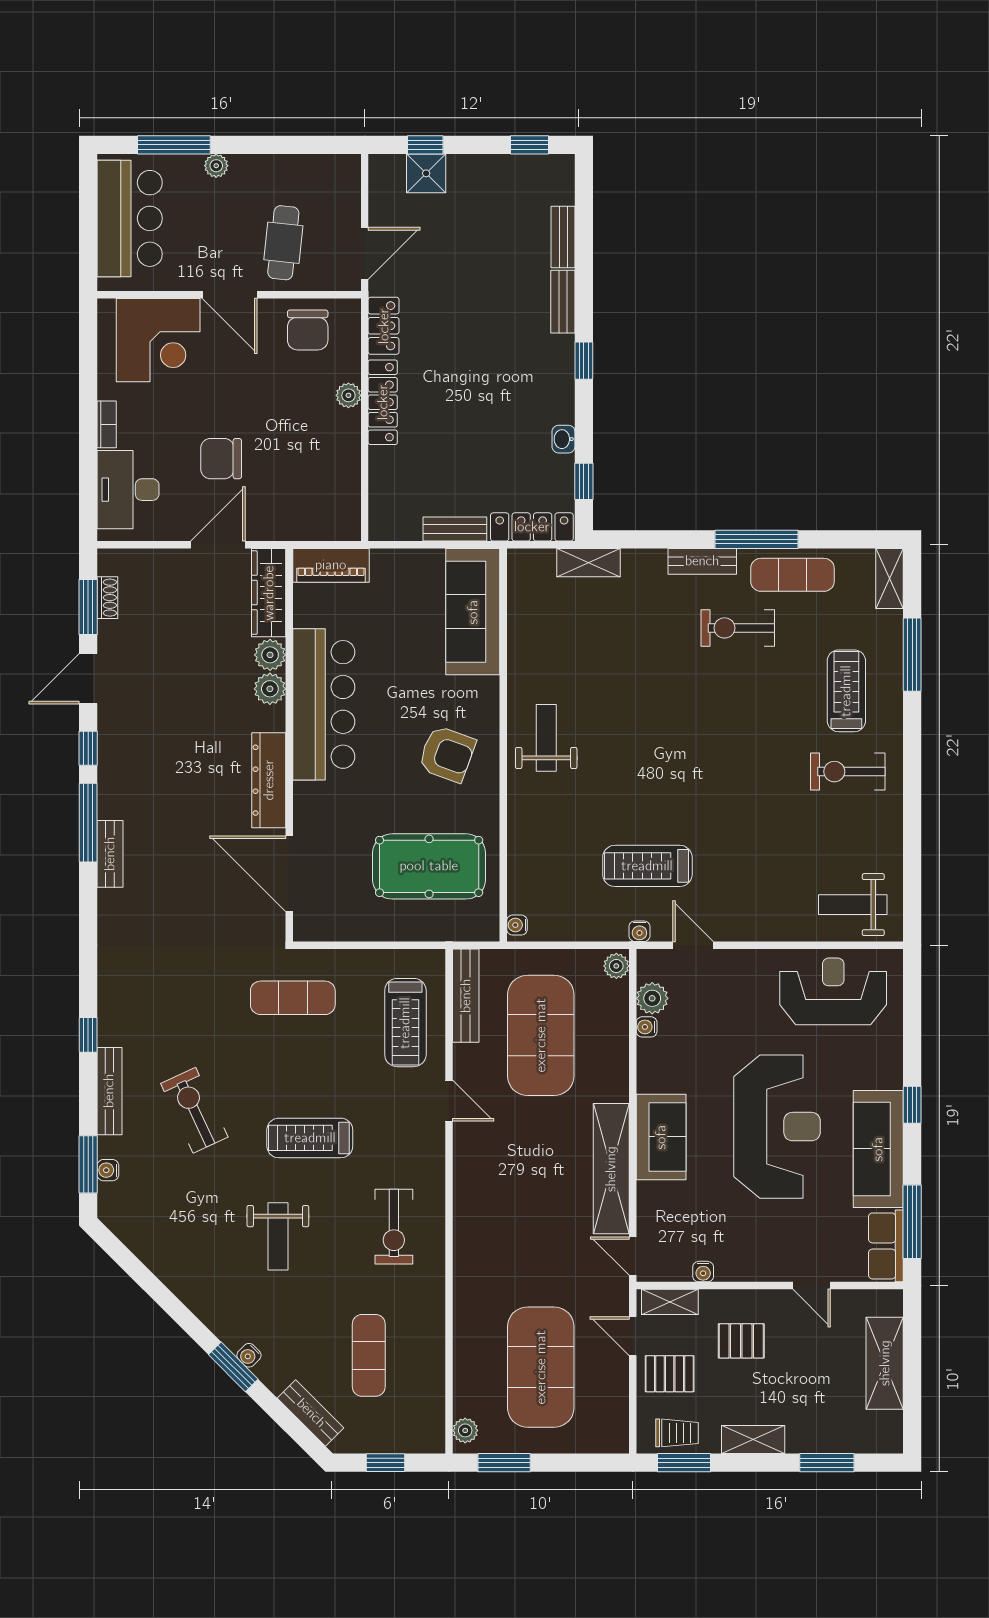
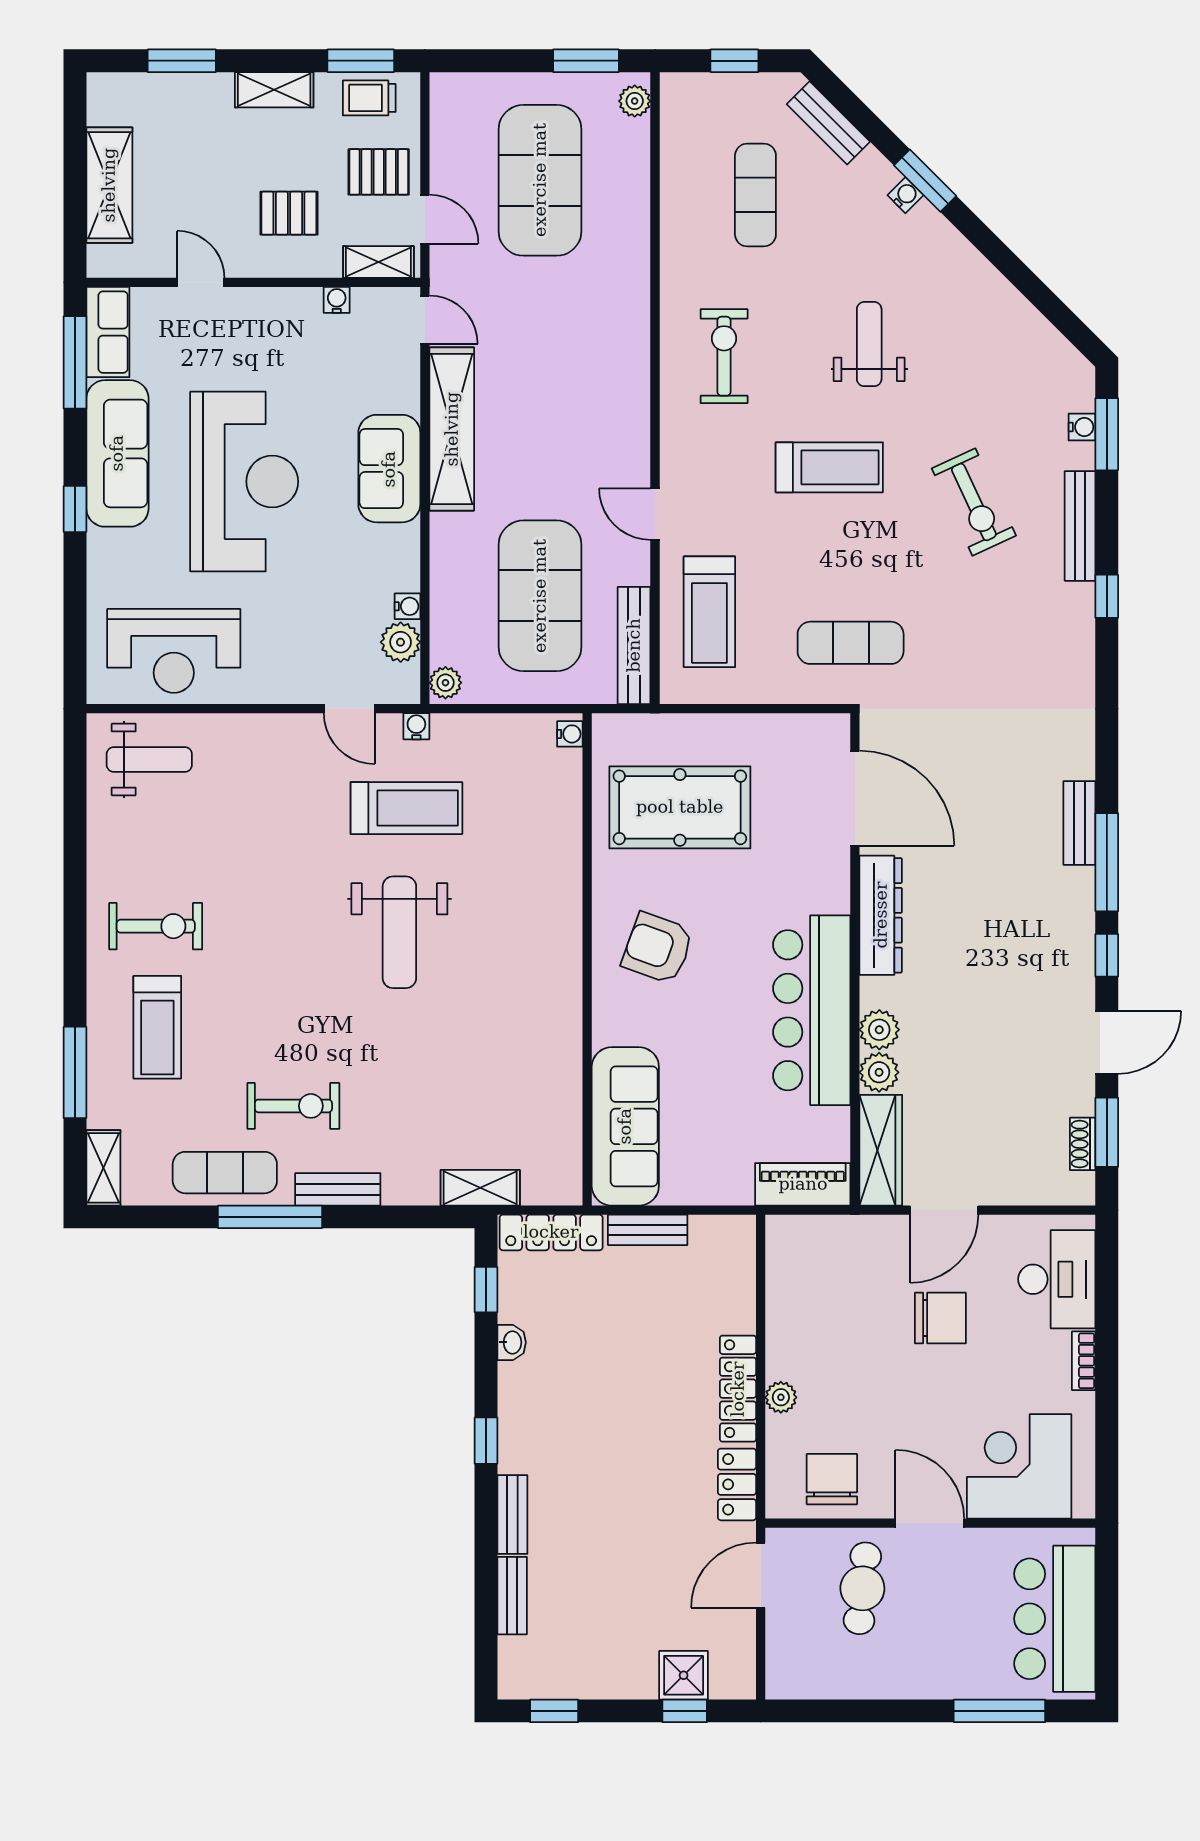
plant: (216, 166) -> (946, 1685), removed
weight bench: (546, 738) -> (399, 932), moved, width x1.36, depth x1.33
treadmill: (405, 1023) -> (709, 612), turned 180
reception desk: (777, 1127) -> (244, 482), turned 180

